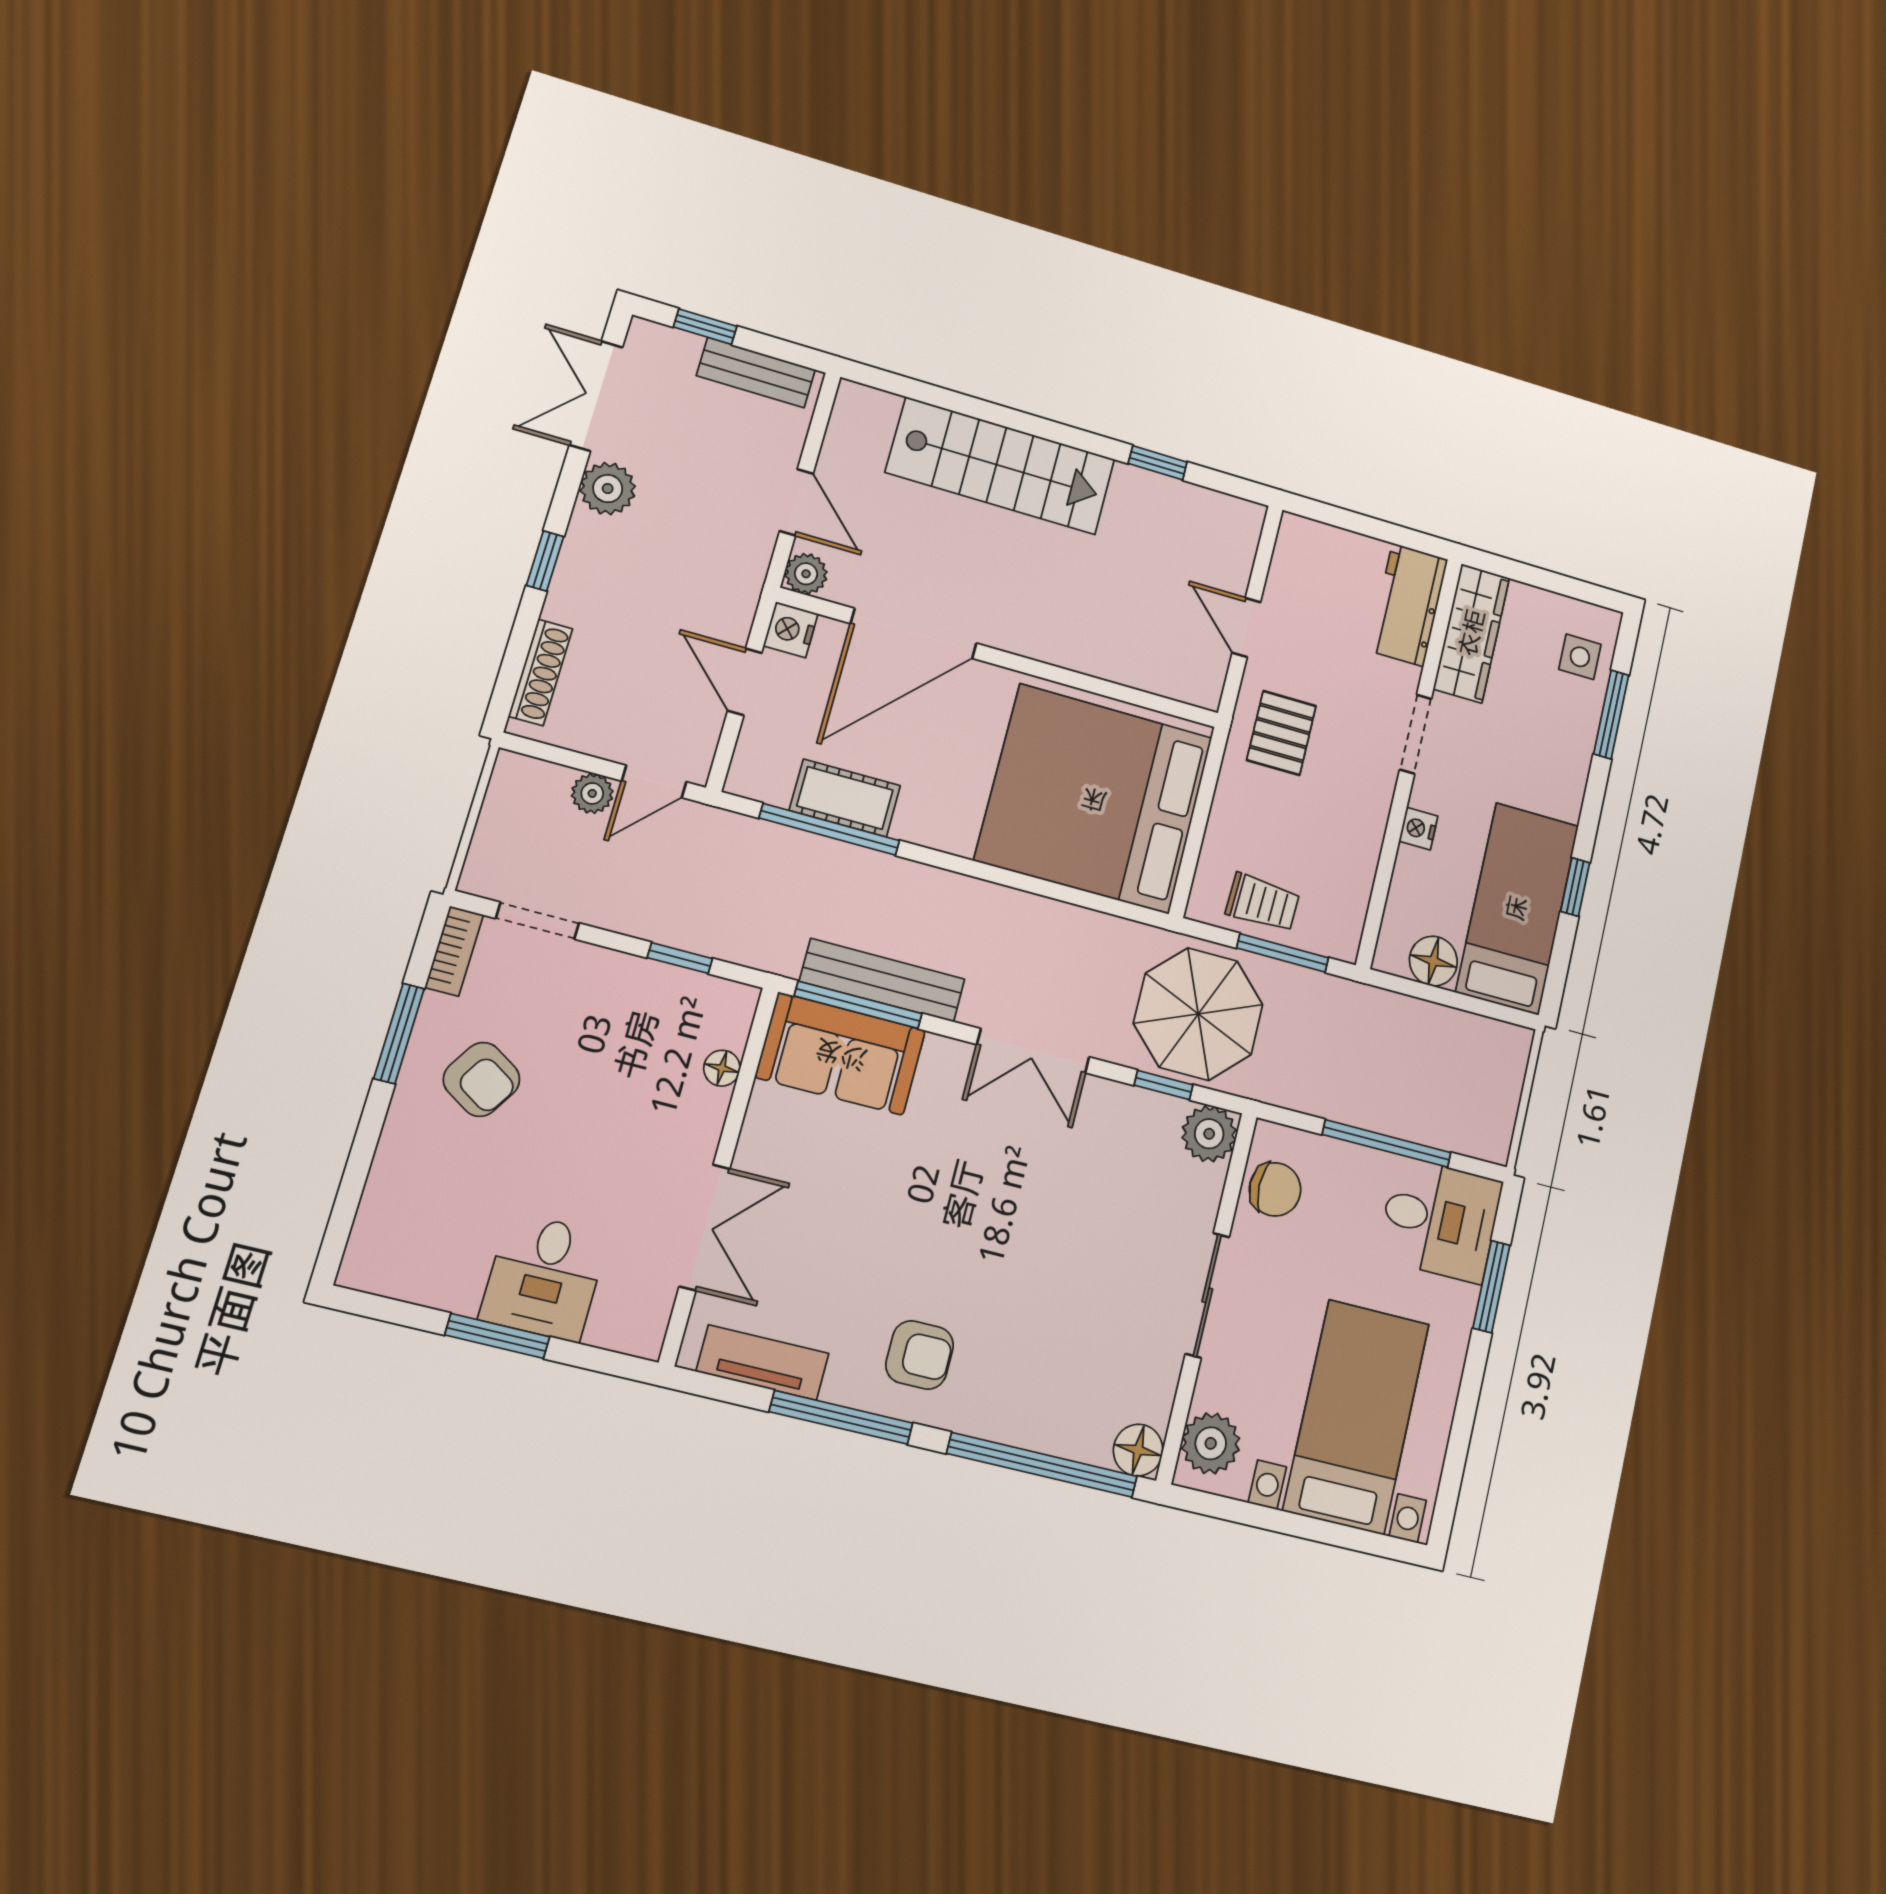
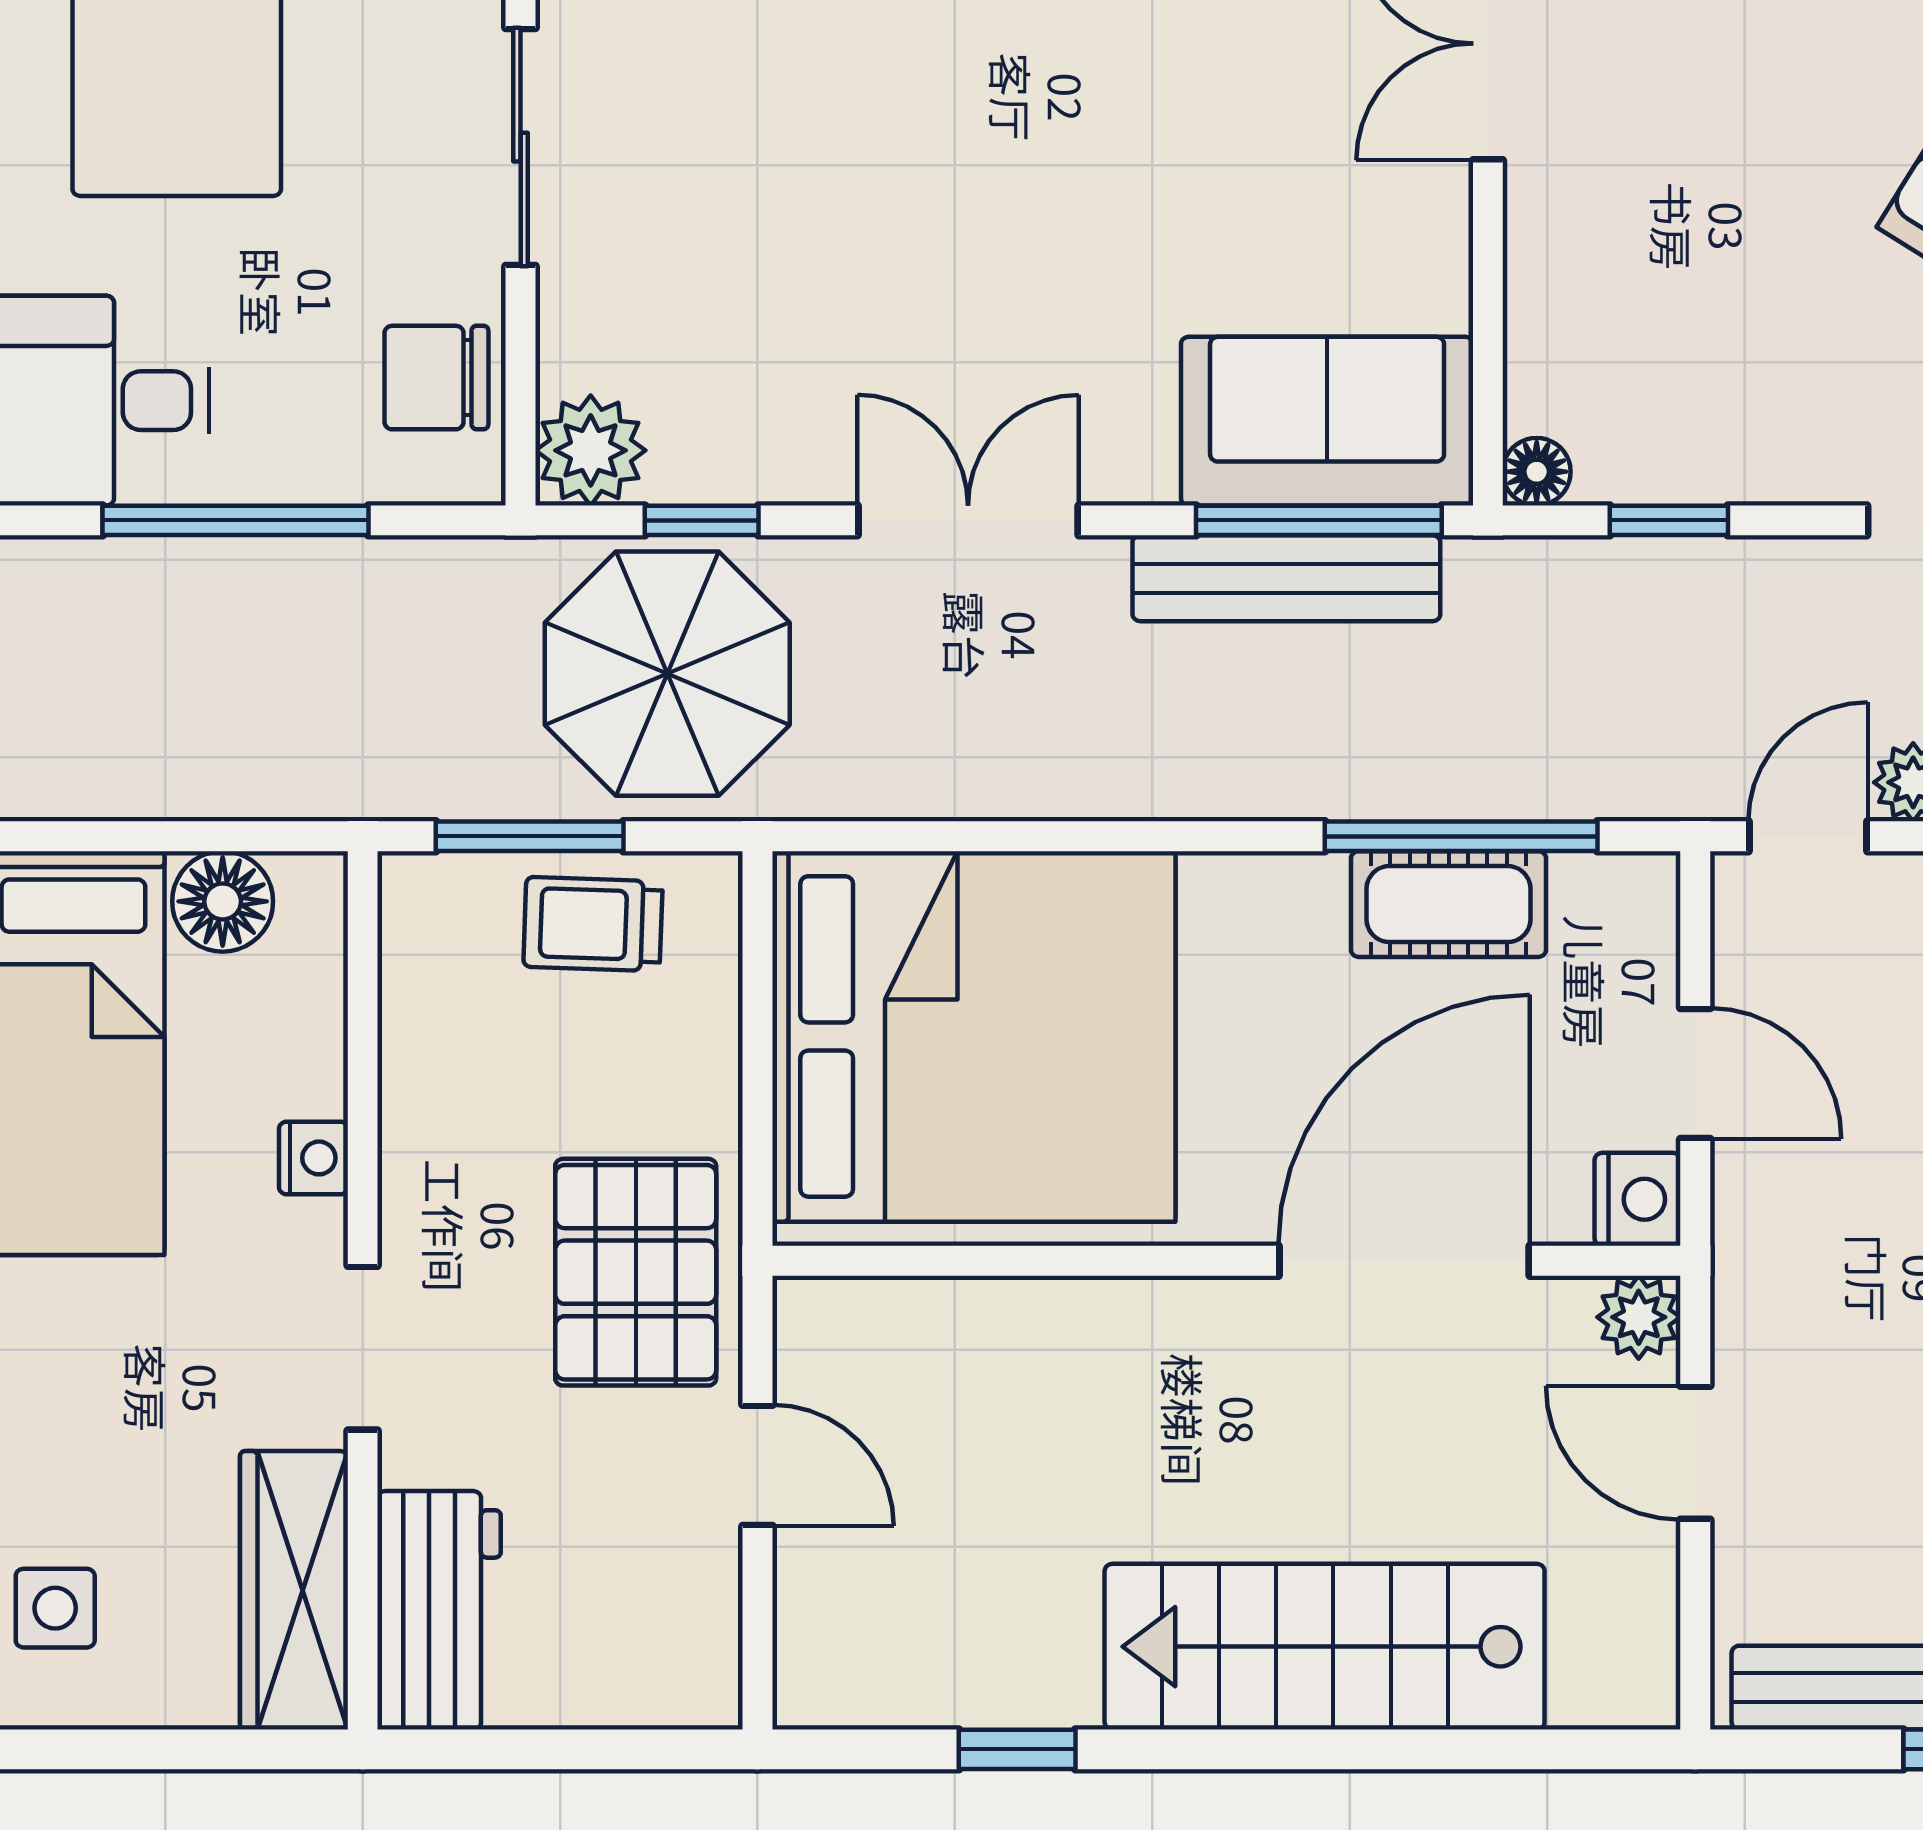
pallet: (1281, 733) -> (636, 1272), width x1.50, depth x1.42
floor lamp: (722, 1068) -> (1537, 472), moved

